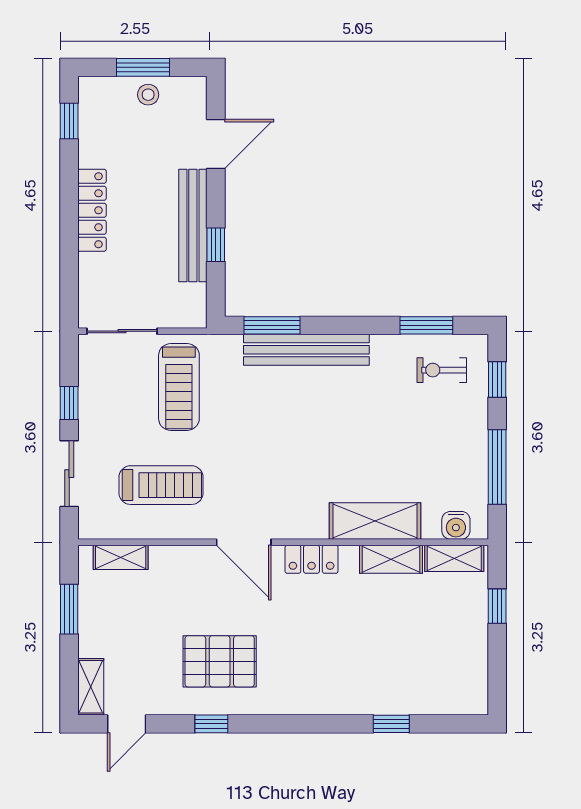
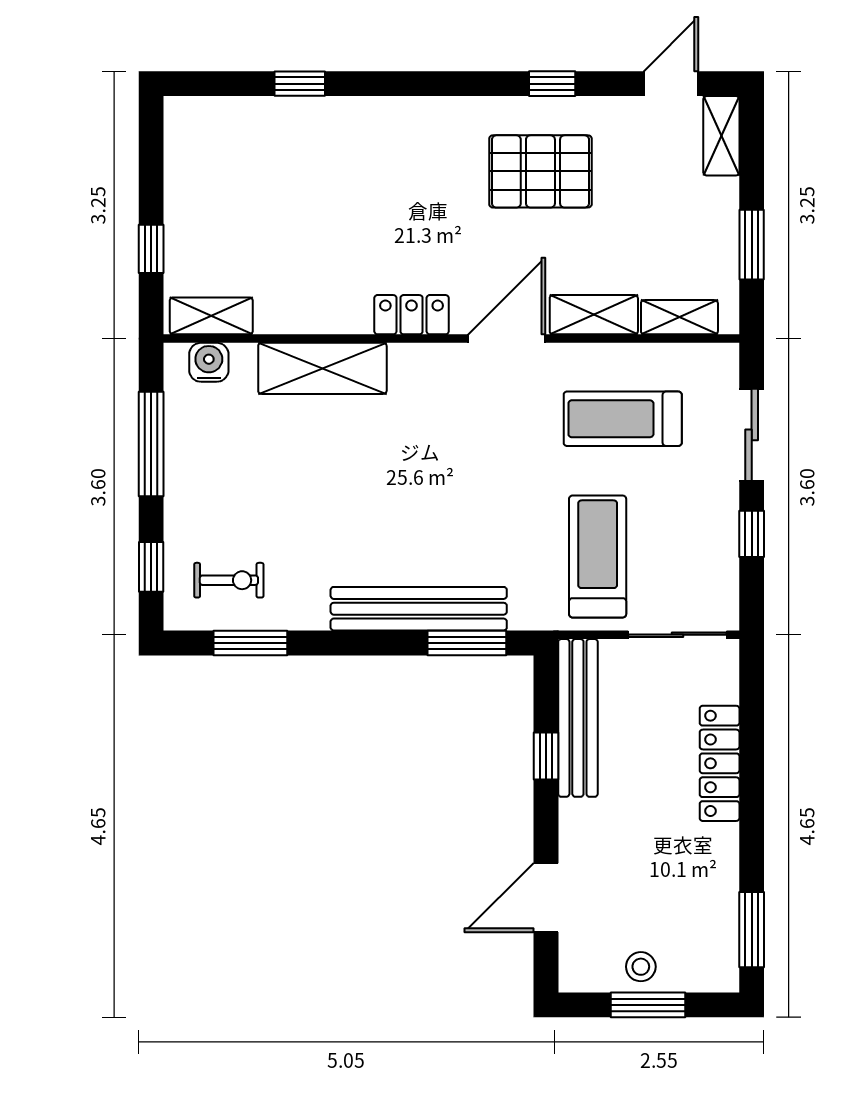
window: (69, 121) -> (752, 930), width x1.50
locker: (92, 210) -> (720, 763), moved
bench: (193, 225) -> (578, 718), moved
door: (244, 542) -> (507, 339), hinge flipped
shelving: (391, 559) -> (594, 315), moved

